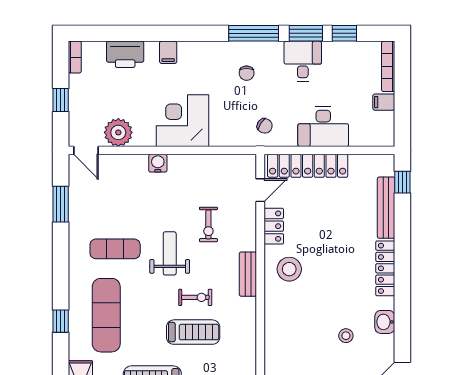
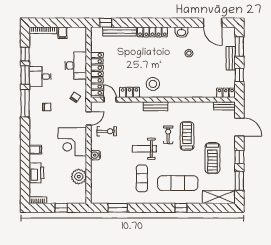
door: (86, 150) -> (89, 118), moved
exercise bike: (208, 224) -> (107, 131), moved

